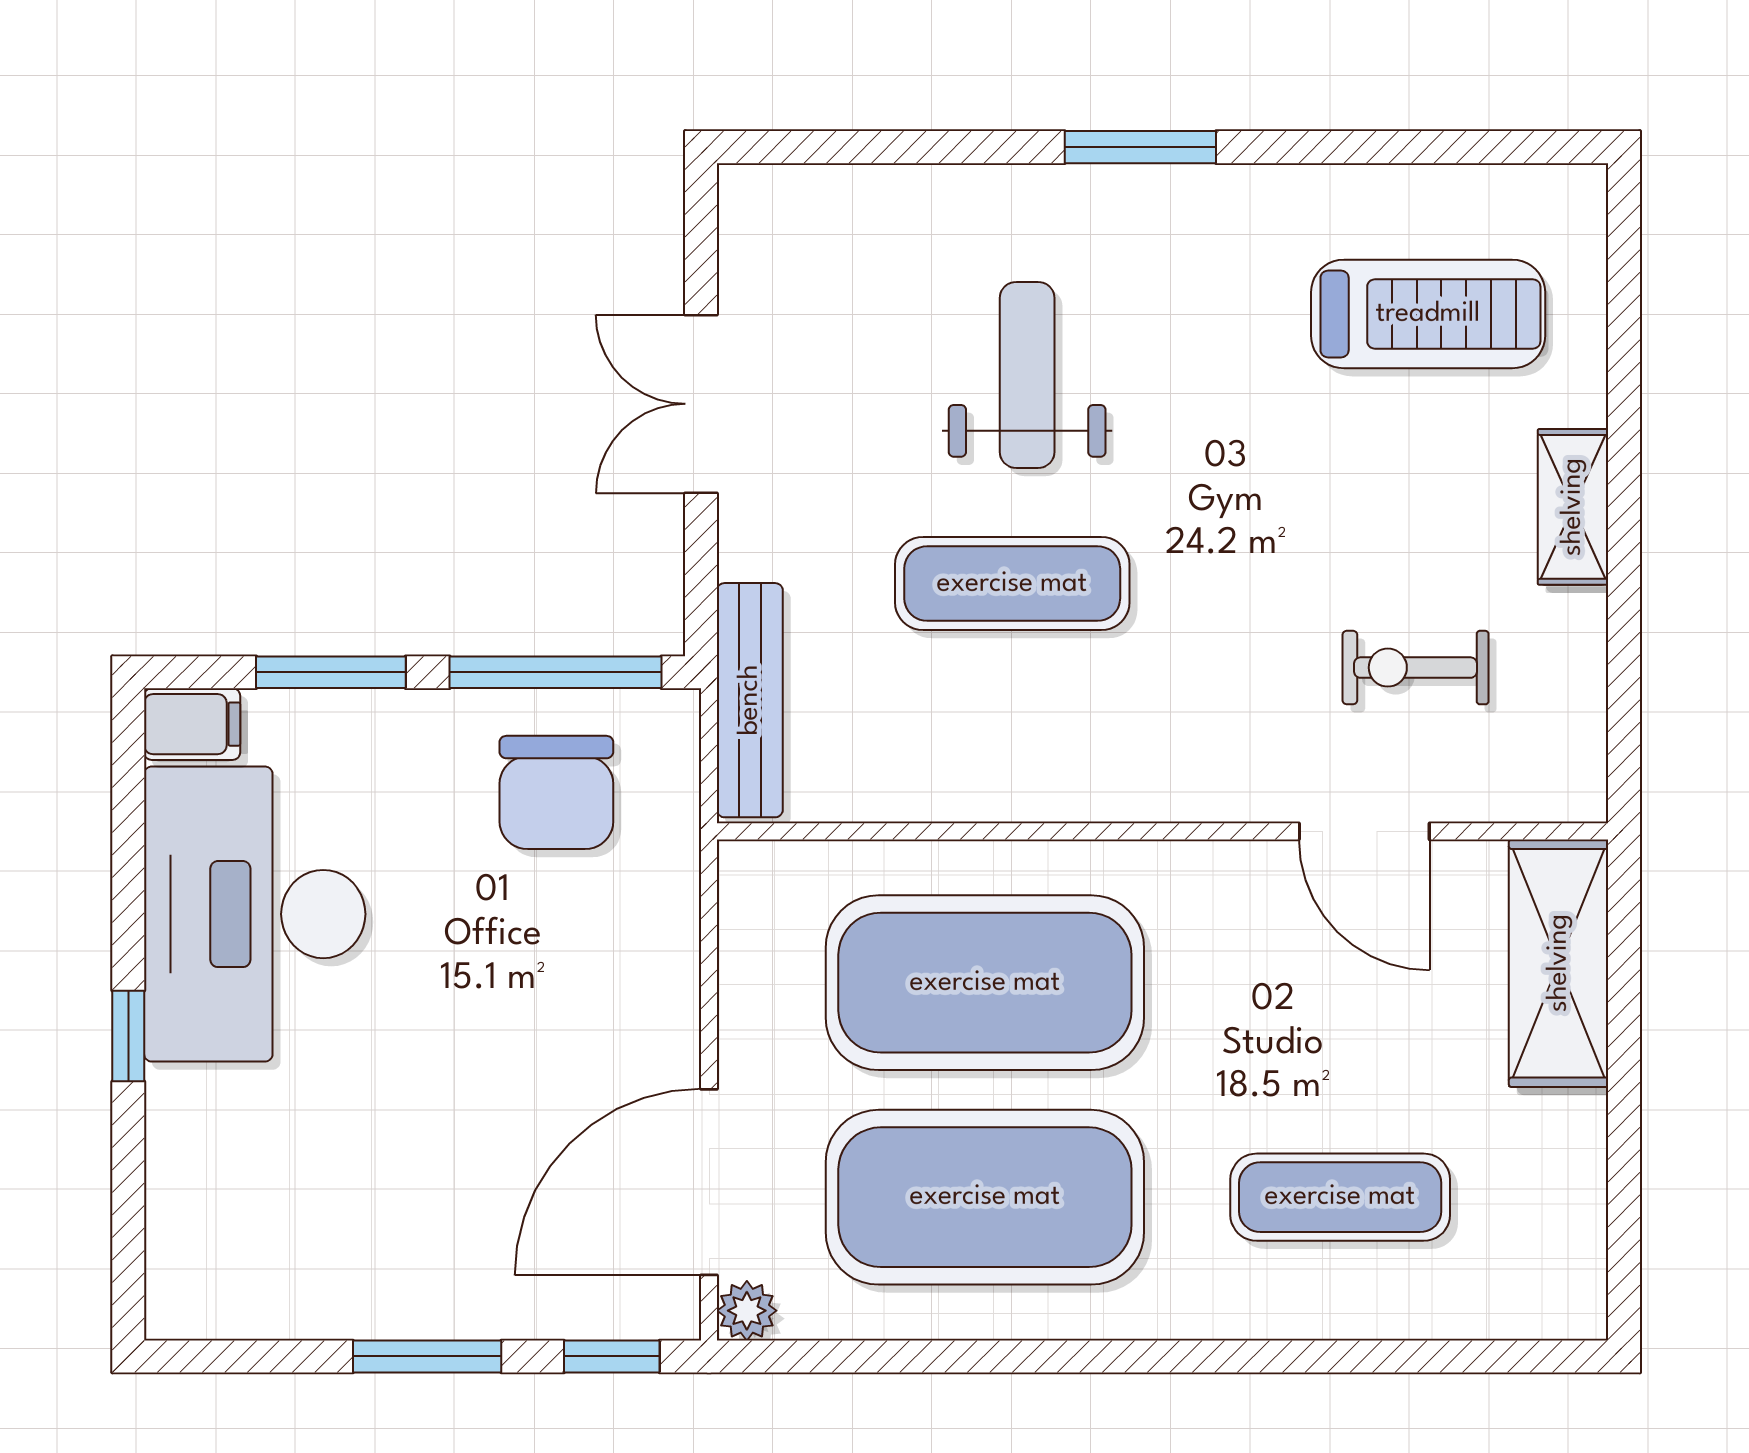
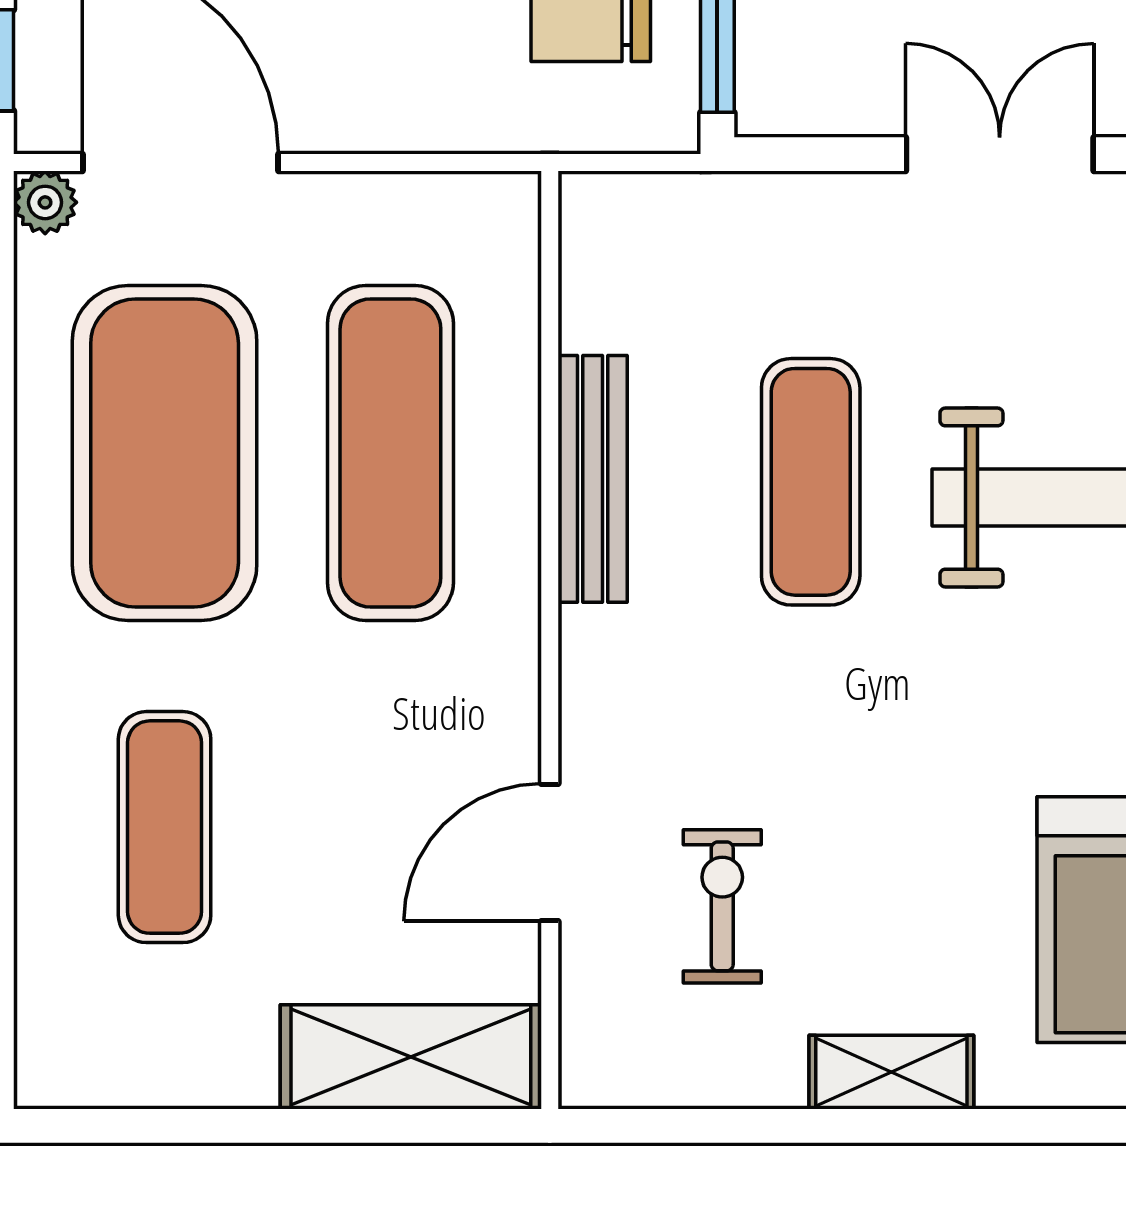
bench: (750, 700) -> (593, 479), moved, turned 90
exercise mat: (985, 983) -> (390, 453), width x0.68

